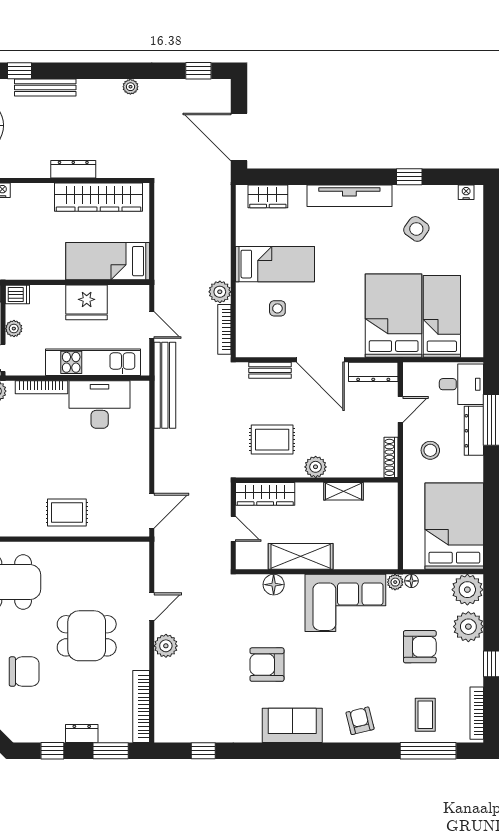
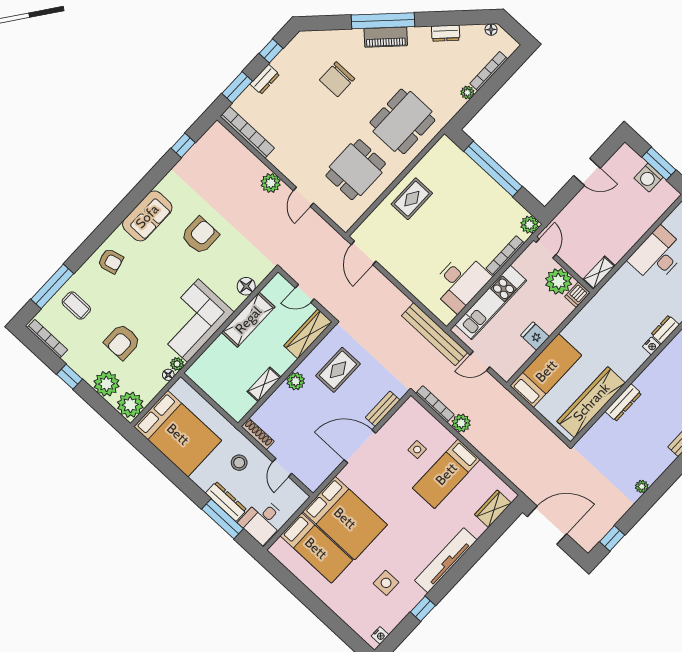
side table: (416, 229) -> (386, 583), turned -36
fridge: (87, 302) -> (535, 336), width x0.53, depth x0.75
plant: (14, 329) -> (558, 281), width x1.87, depth x1.87
dresser: (373, 372) -> (322, 473), removed
dining table: (87, 636) -> (356, 170), moved

